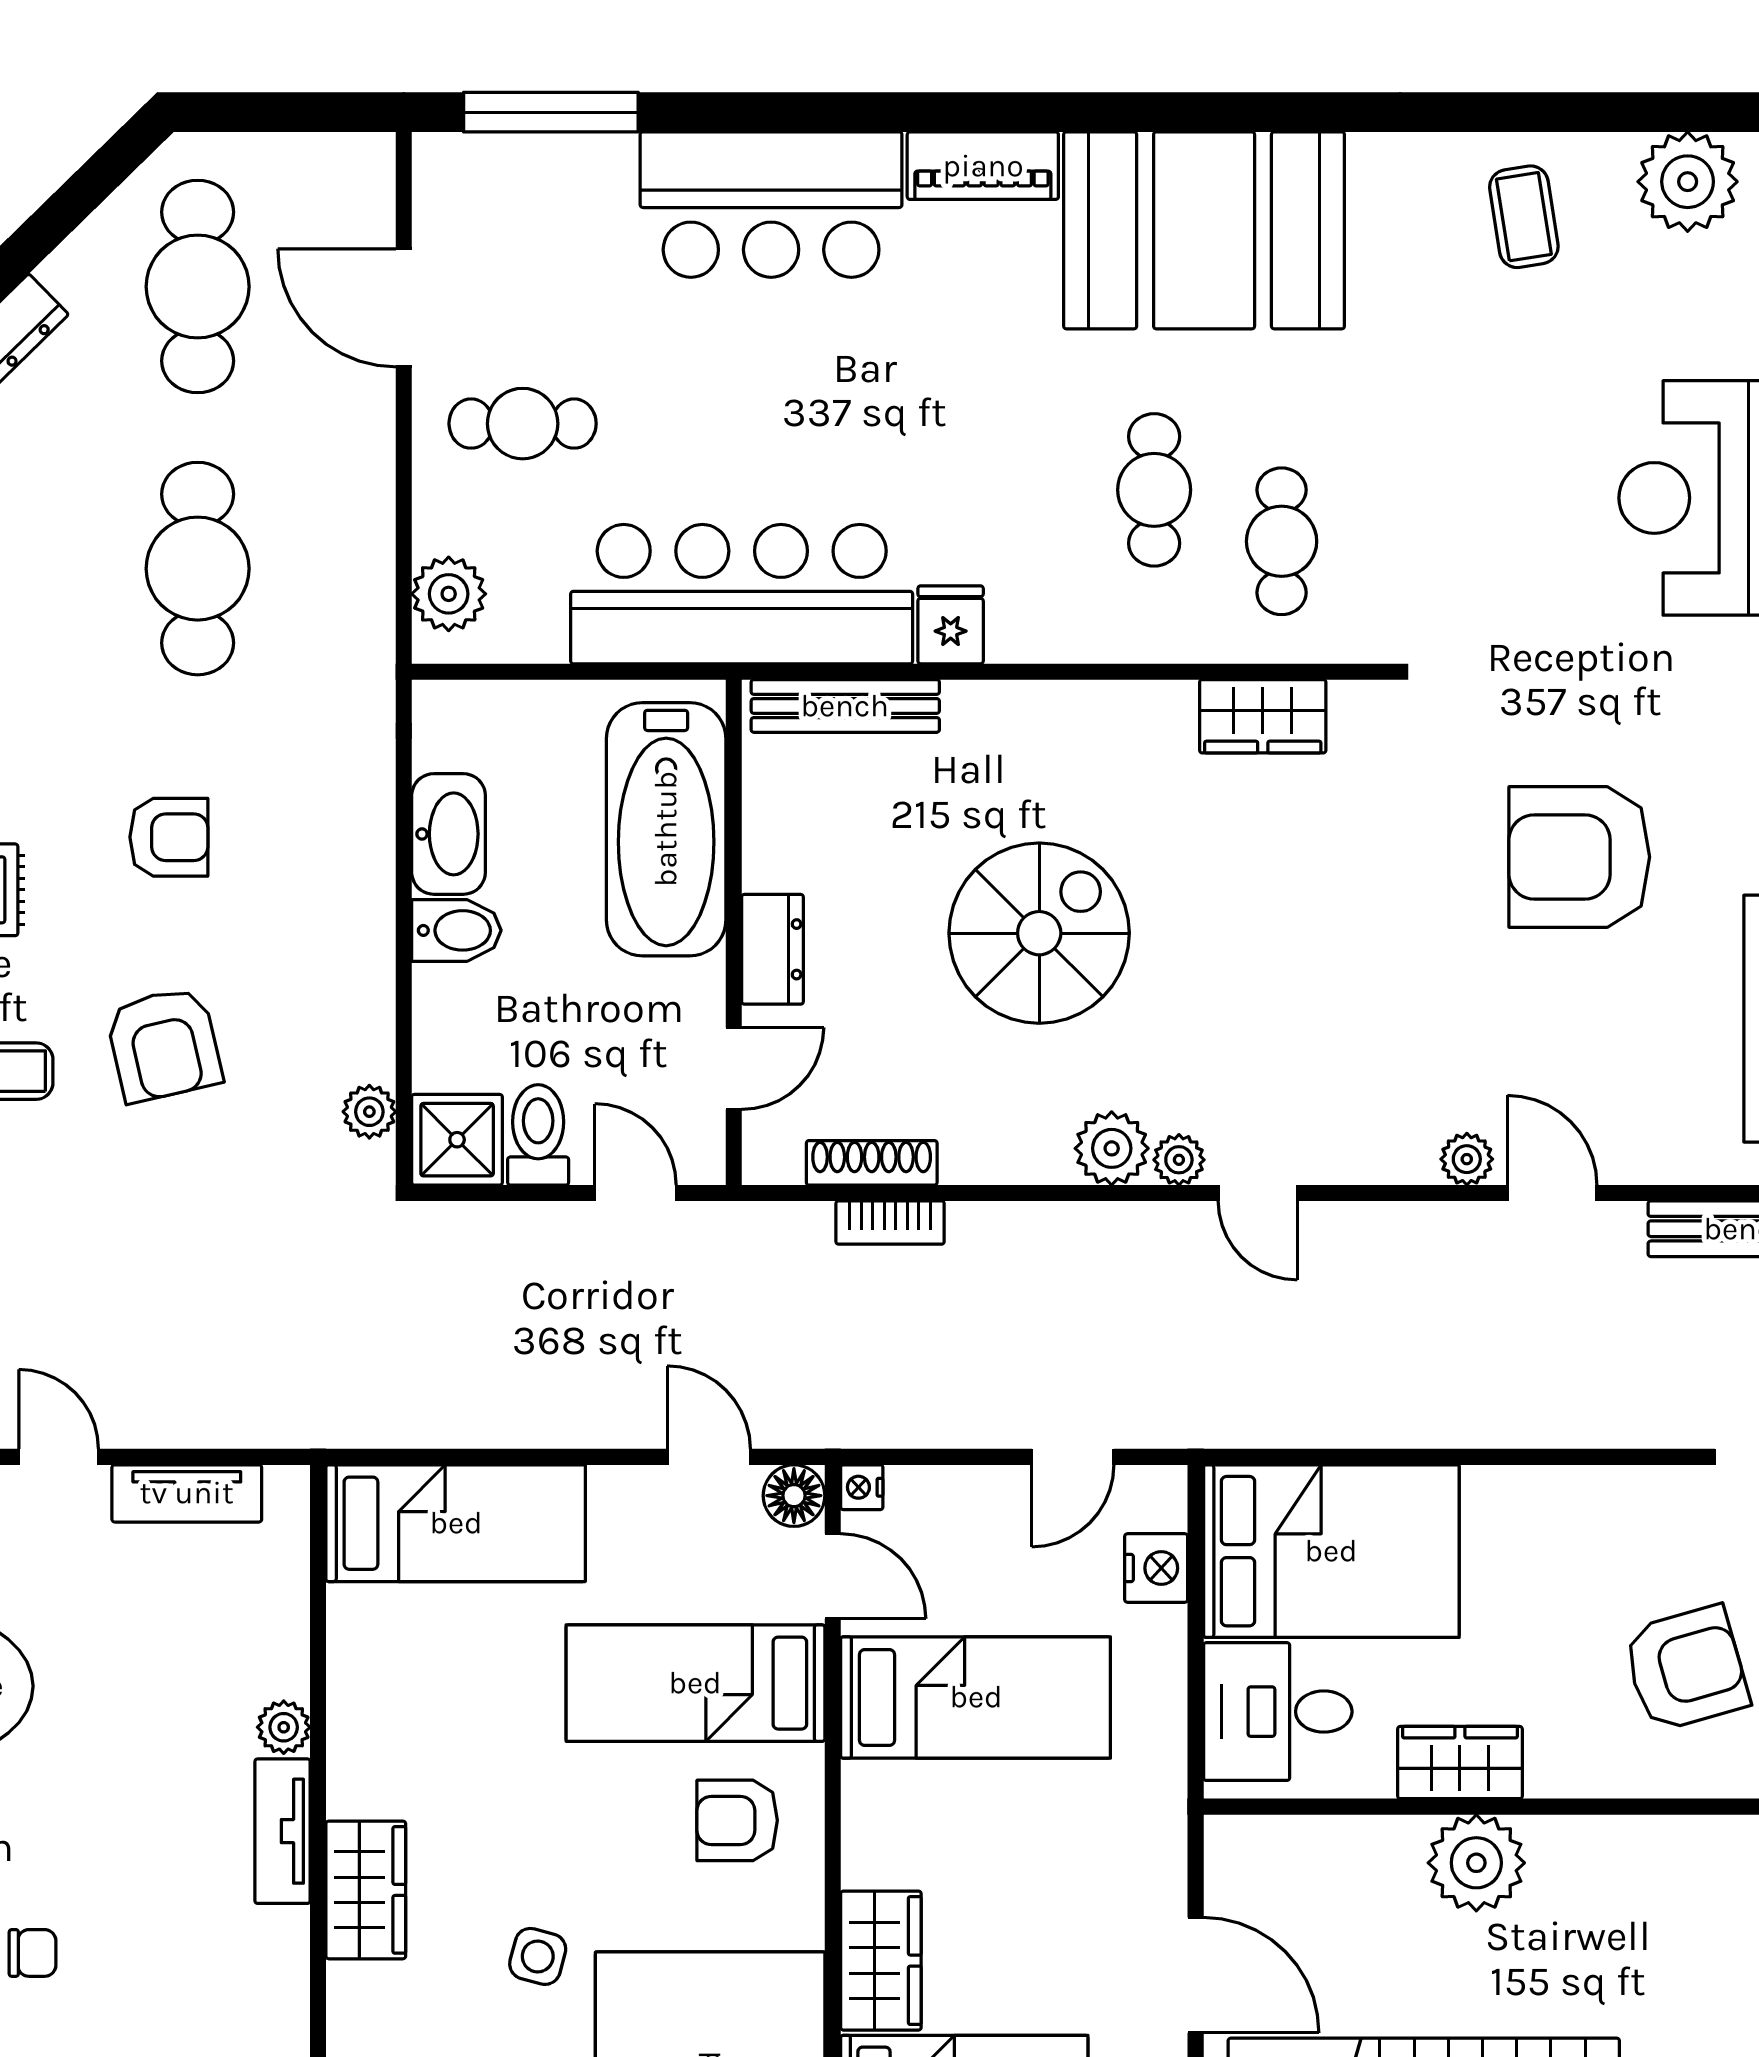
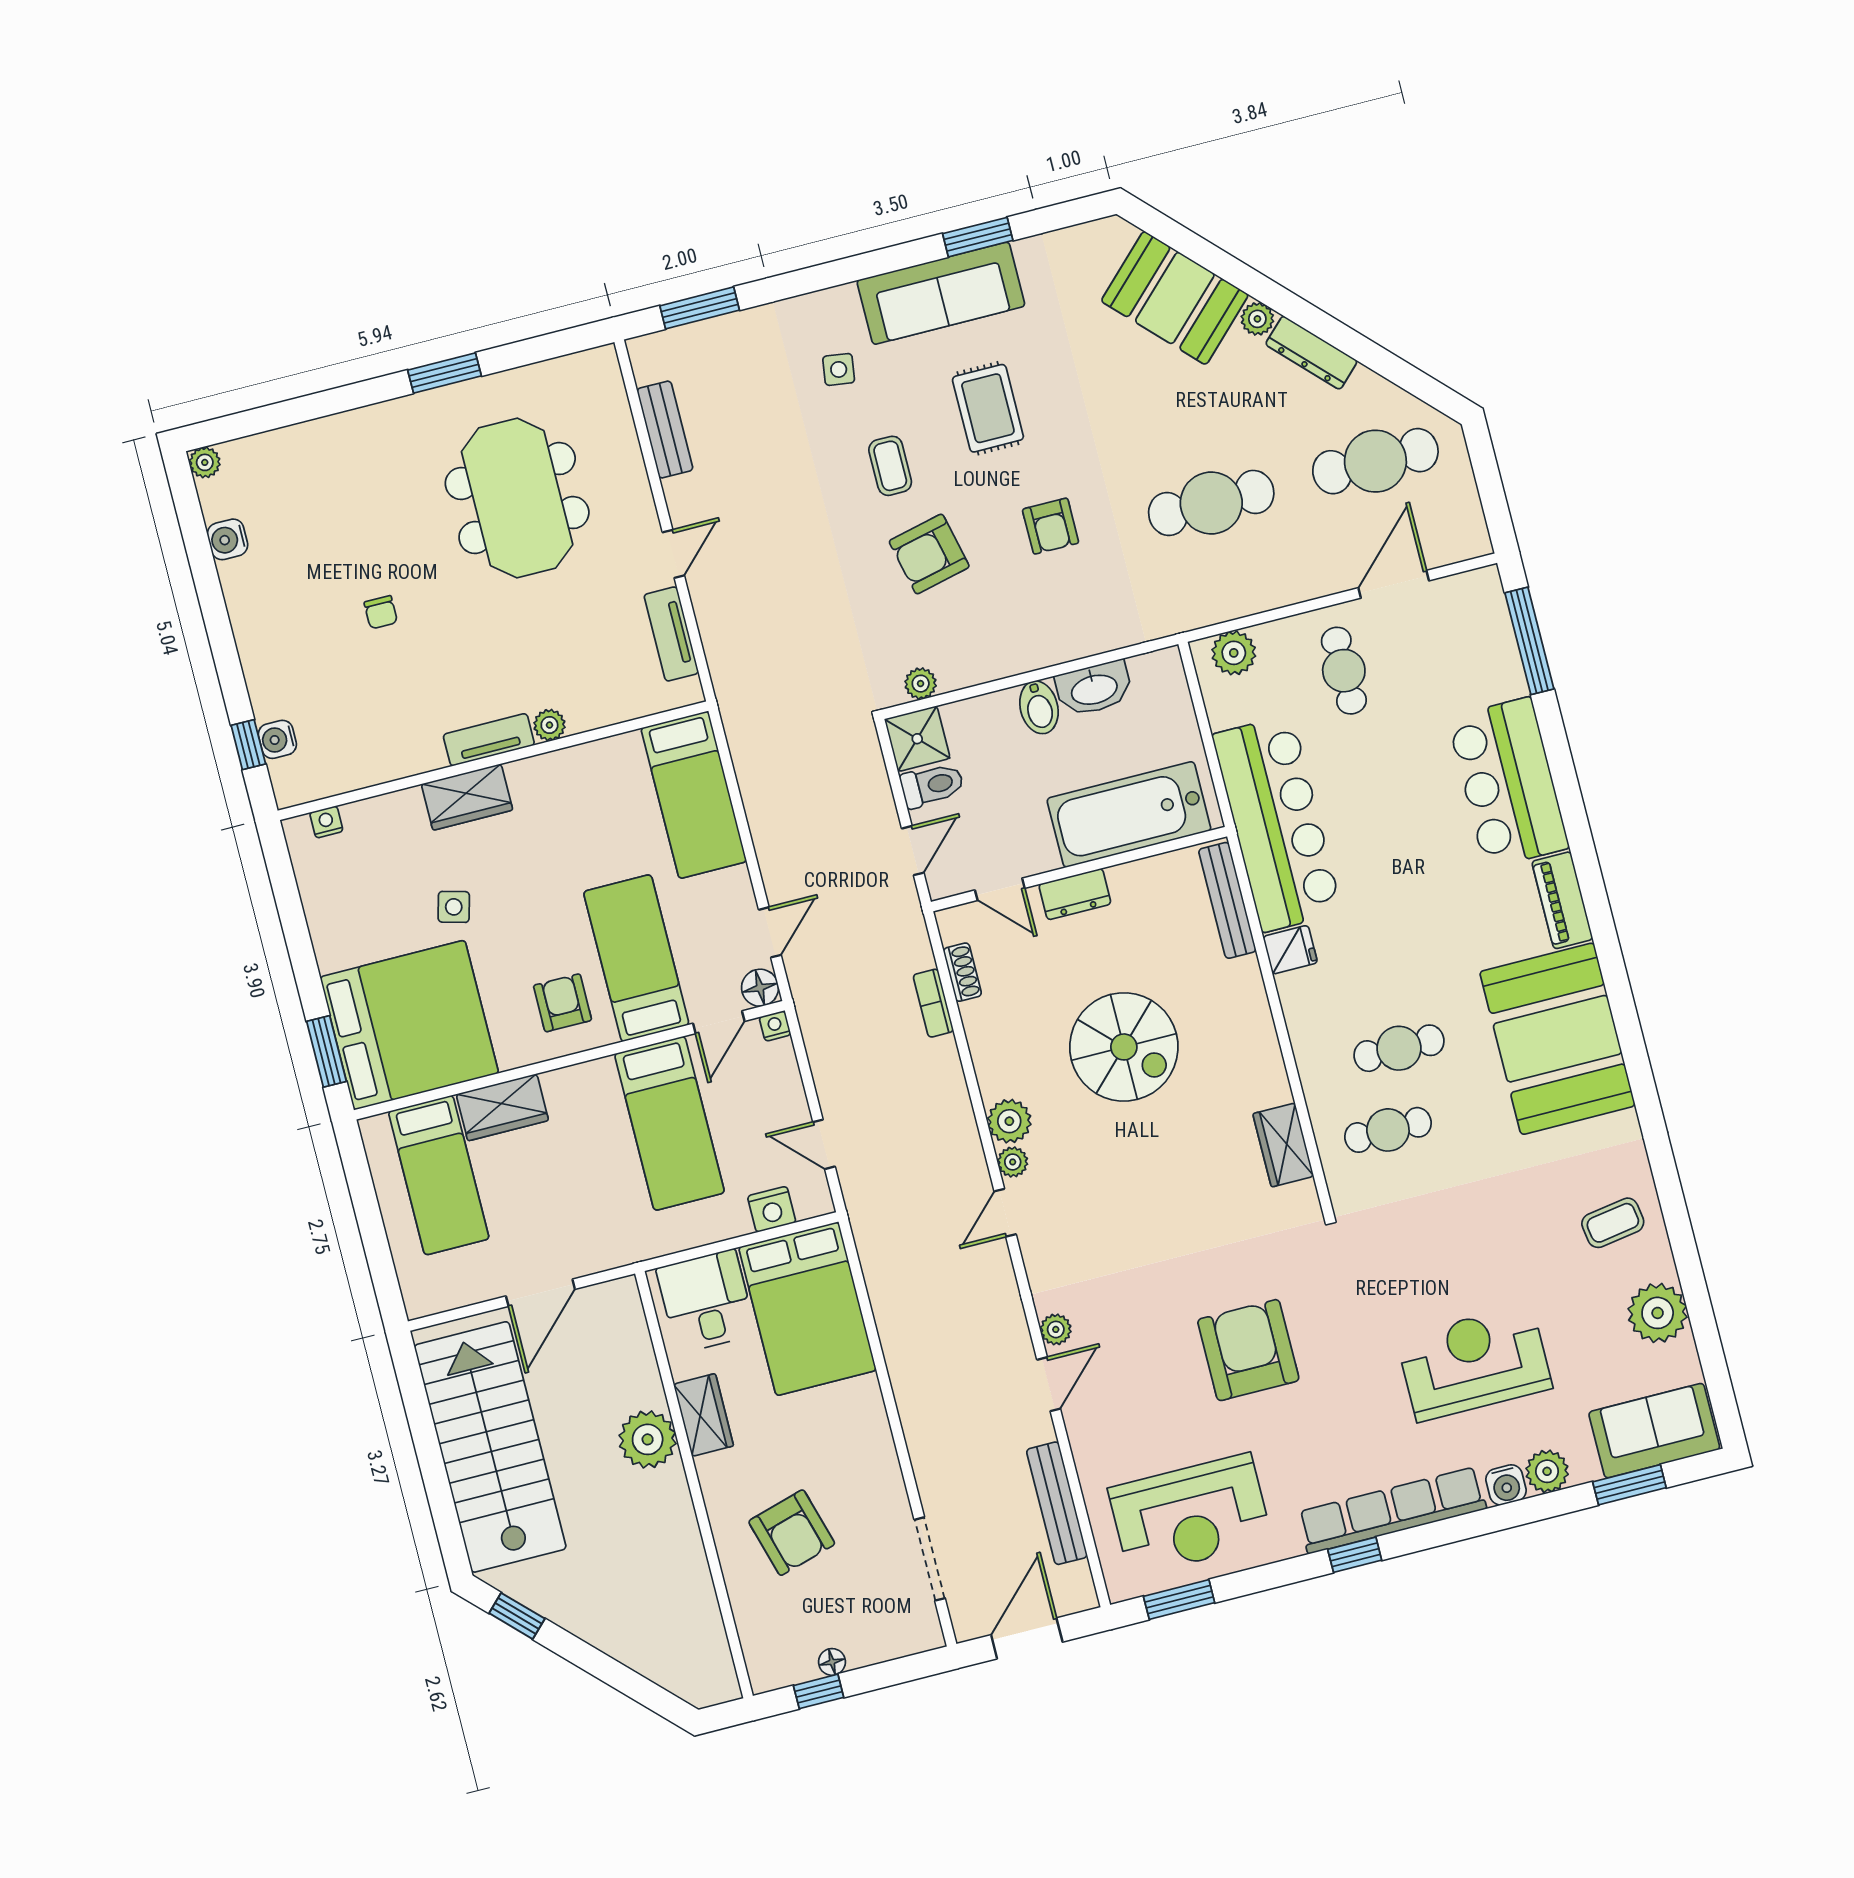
shoe rack: (872, 1163) -> (962, 972), width x0.70

